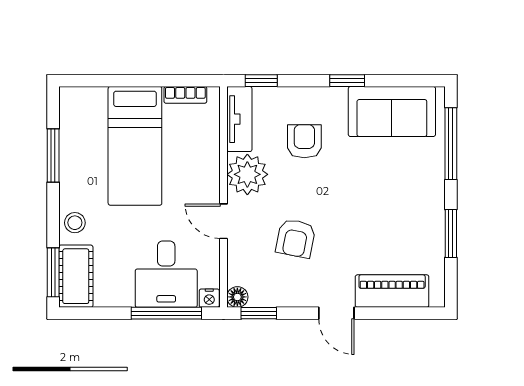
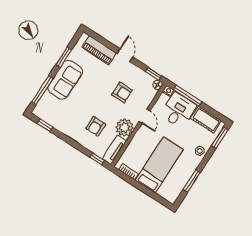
window: (347, 81) -> (45, 125), moved
sofa: (392, 112) -> (65, 80), moved, turned 90
armchair: (296, 238) -> (122, 92), turned 79
cot: (76, 276) -> (206, 120), moved, turned 90

